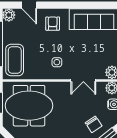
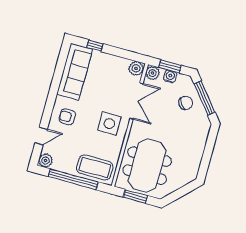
side table: (57, 62) -> (109, 124), width x1.87, depth x1.87
double door: (83, 81) -> (136, 101), width x1.37

